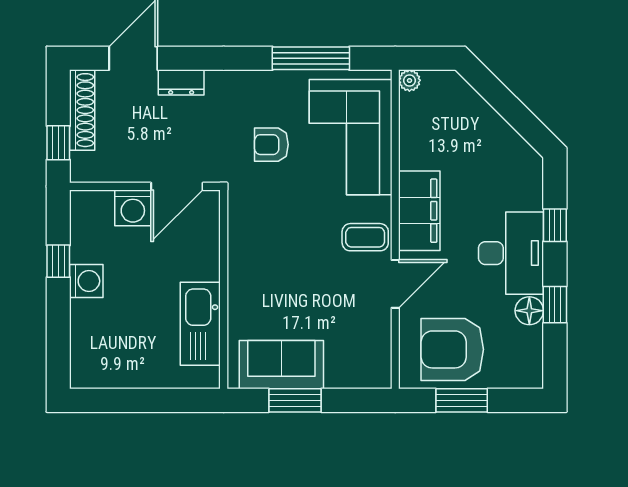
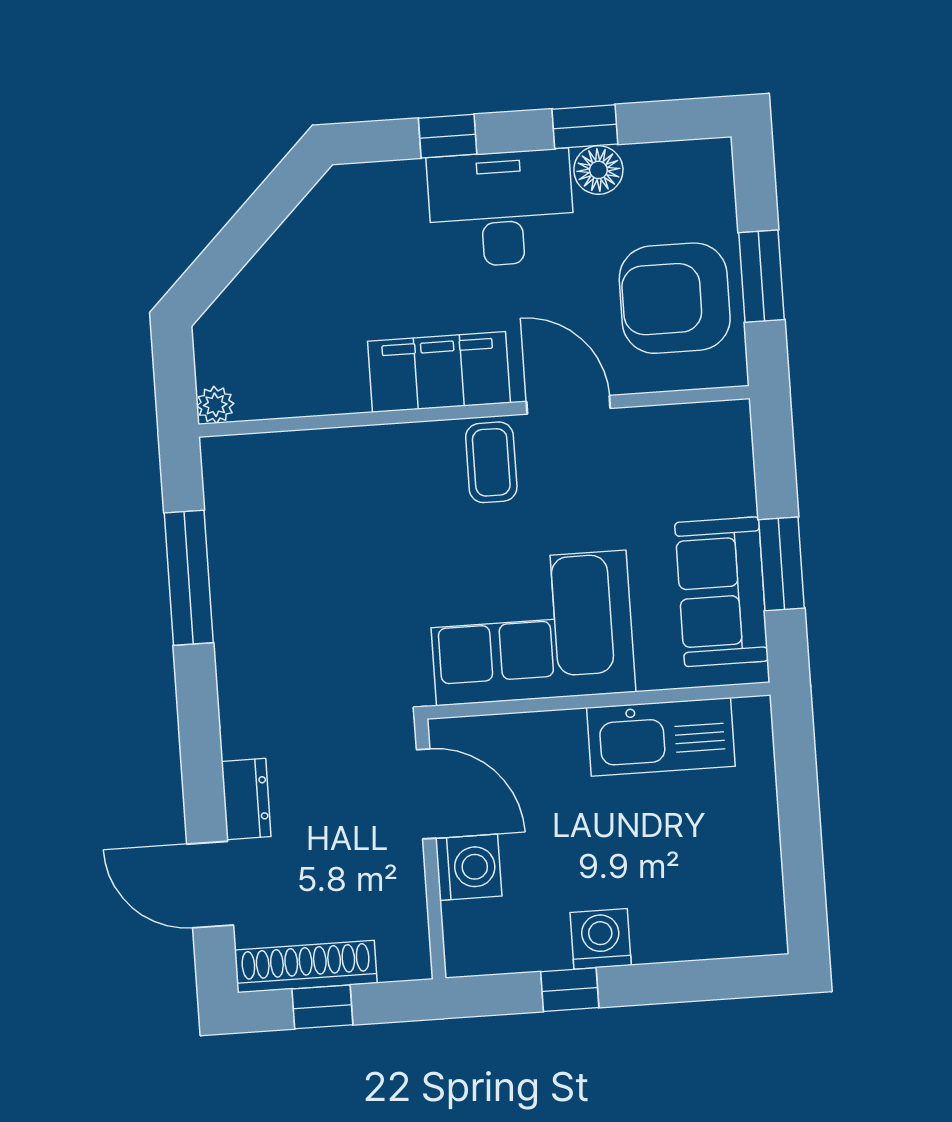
corner sofa: (351, 137) -> (531, 628), moved, turned 180
window: (58, 143) -> (322, 1007), moved
armchair: (271, 145) -> (343, 636), removed
armchair: (452, 349) -> (675, 298), turned 90

